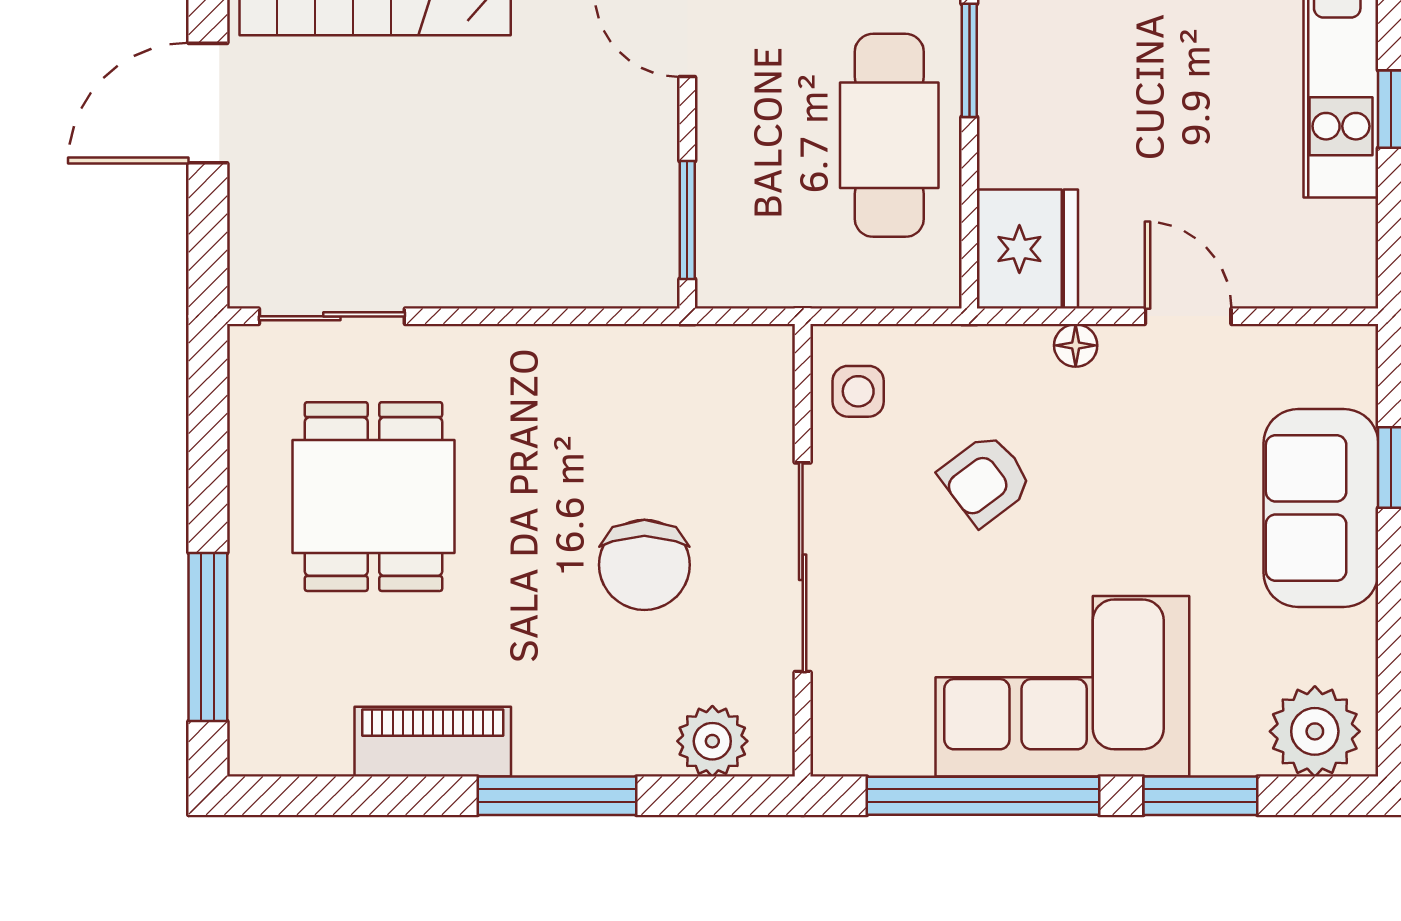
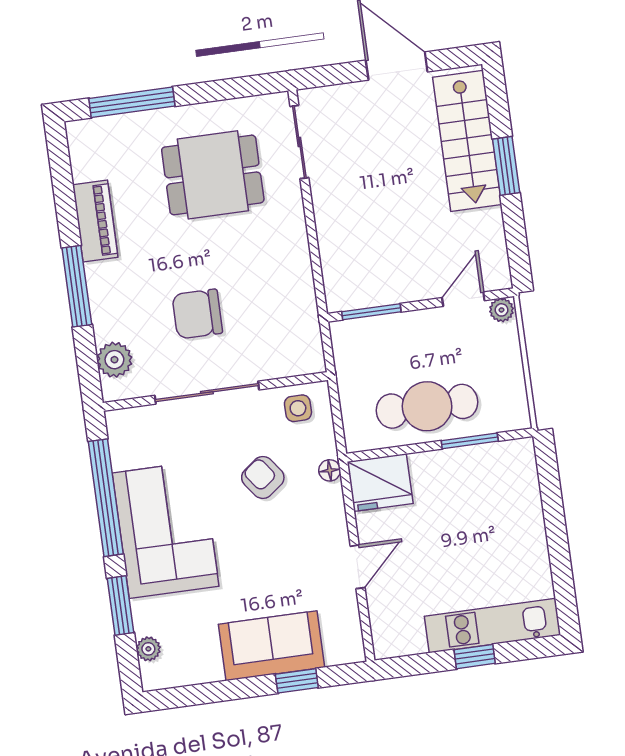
floor lamp: (1076, 345) -> (330, 470), moved
plant: (1315, 731) -> (148, 649), width x0.53, depth x0.53

